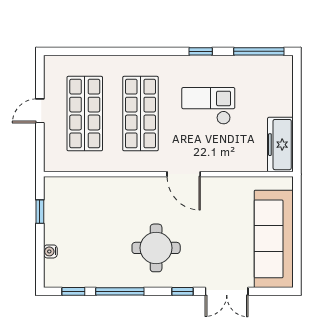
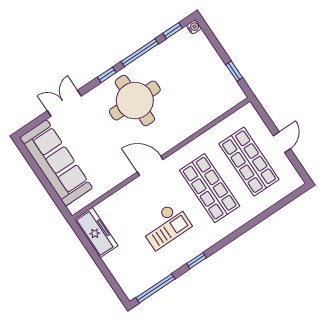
round table: (156, 248) -> (135, 101), width x1.36, depth x1.36
water cooler: (50, 251) -> (194, 27), moved
window: (183, 291) -> (107, 75), moved

